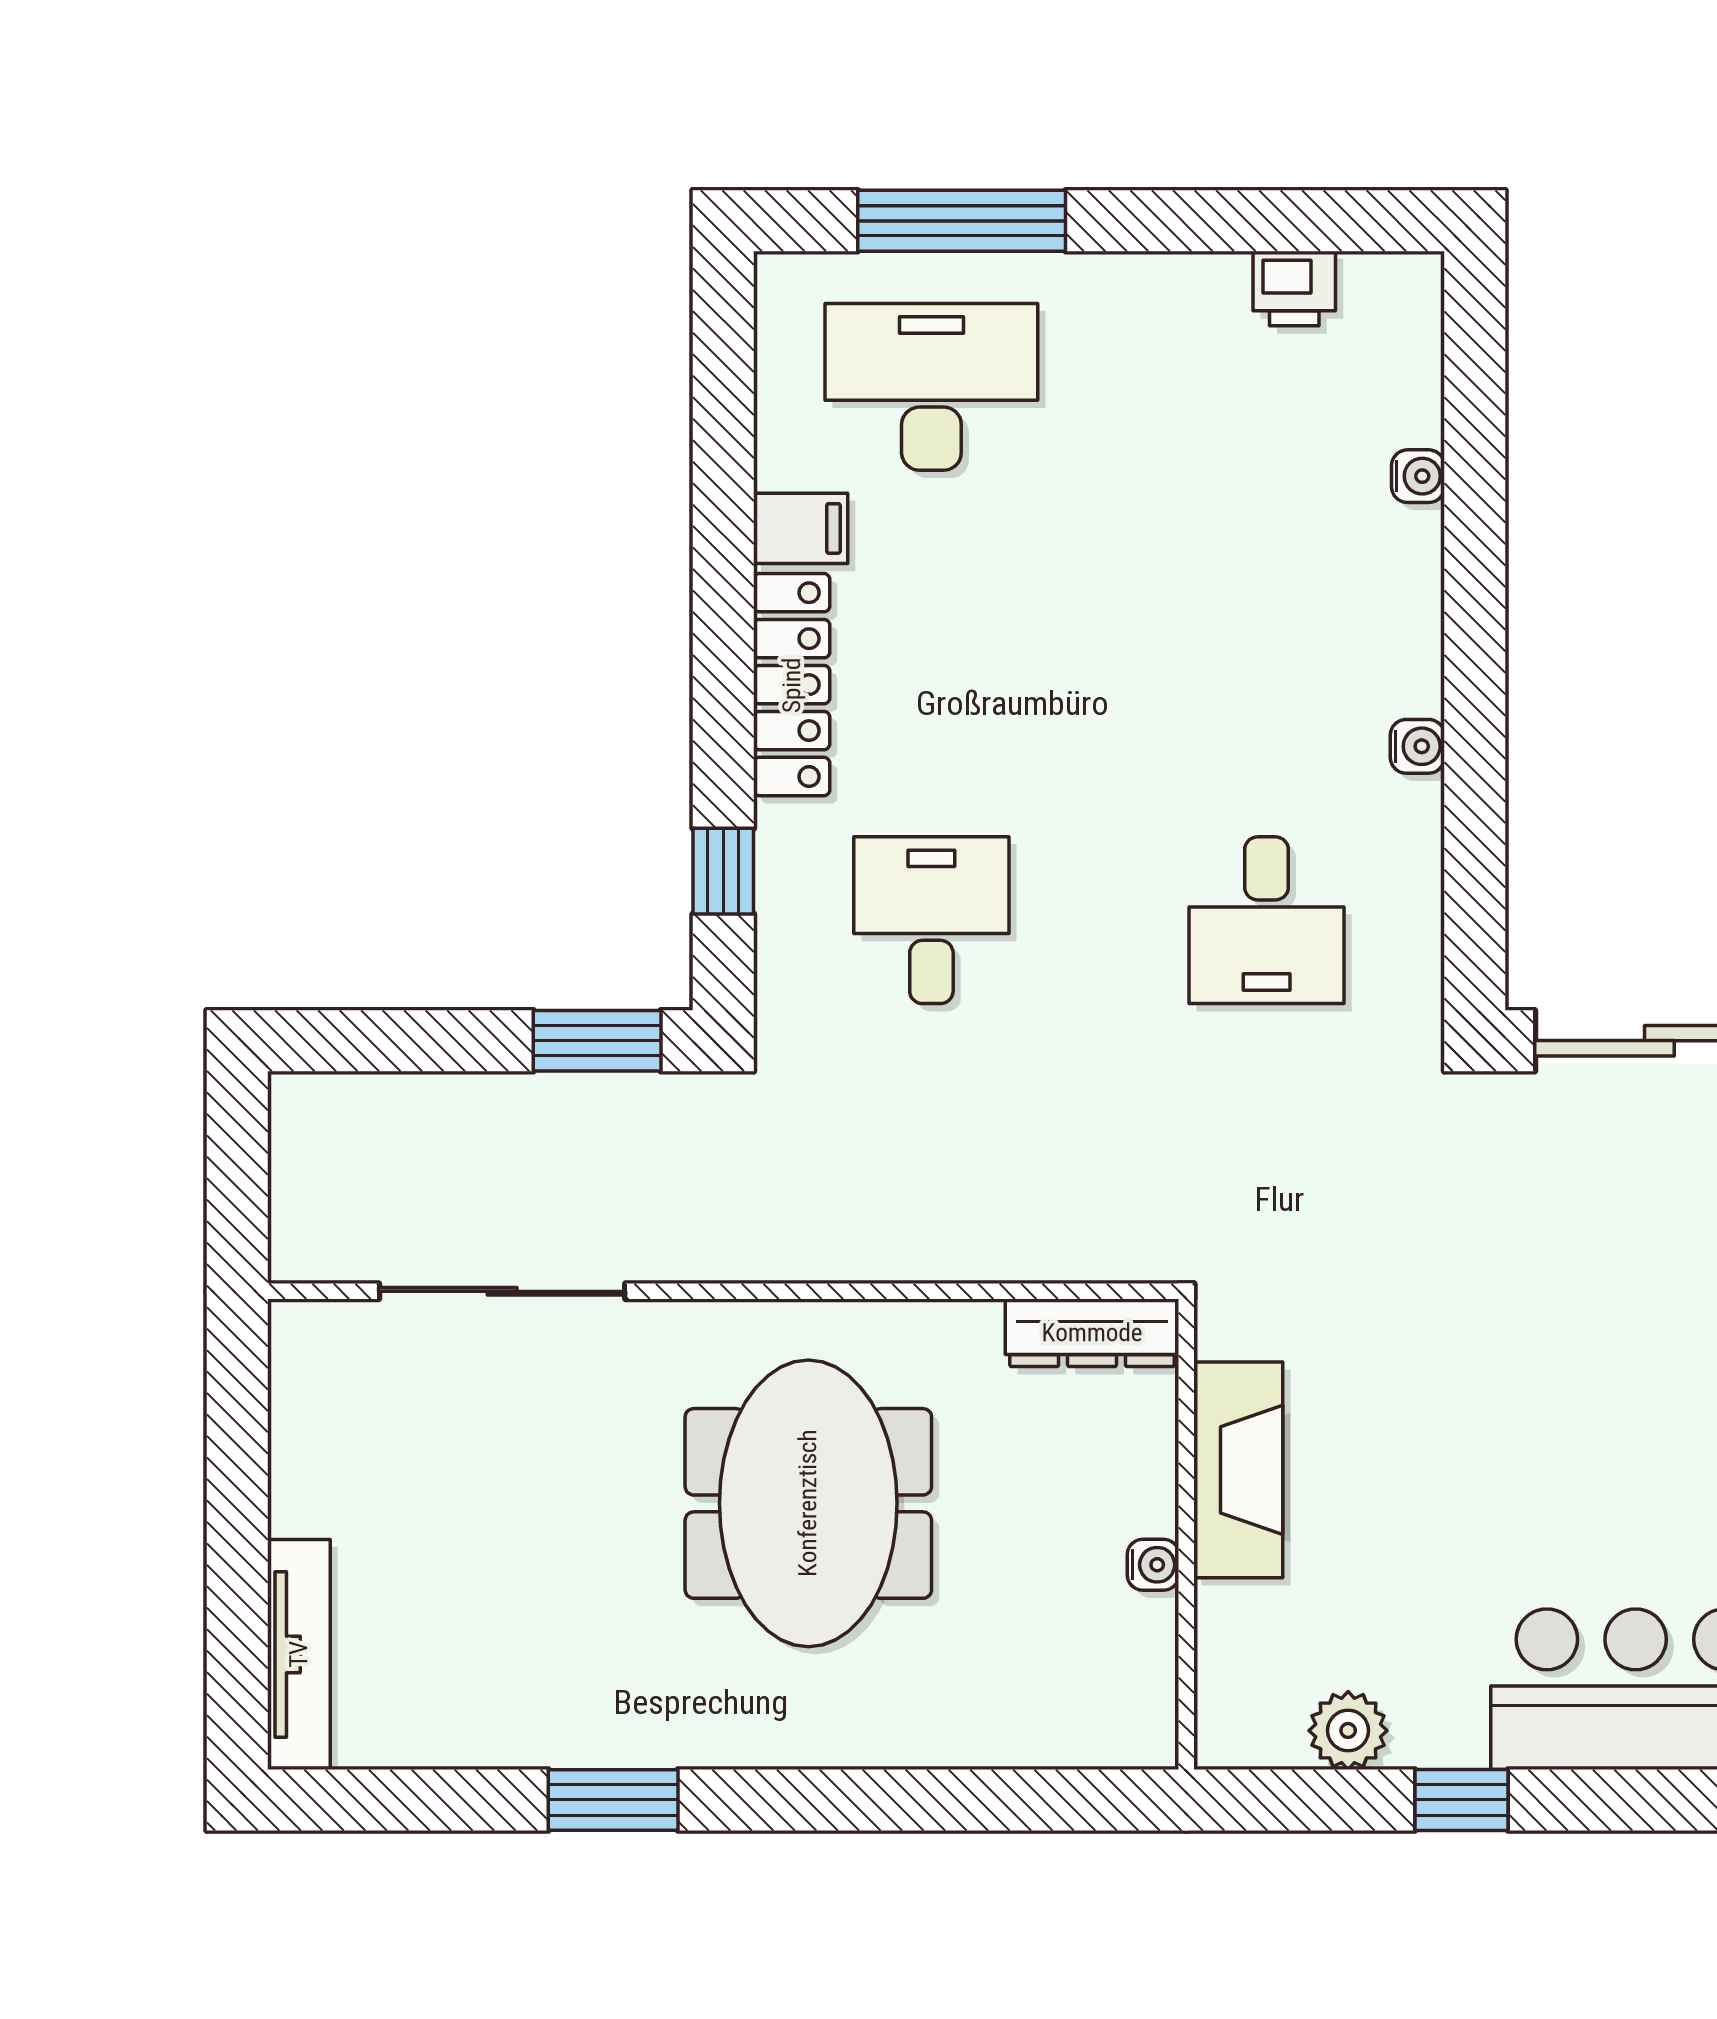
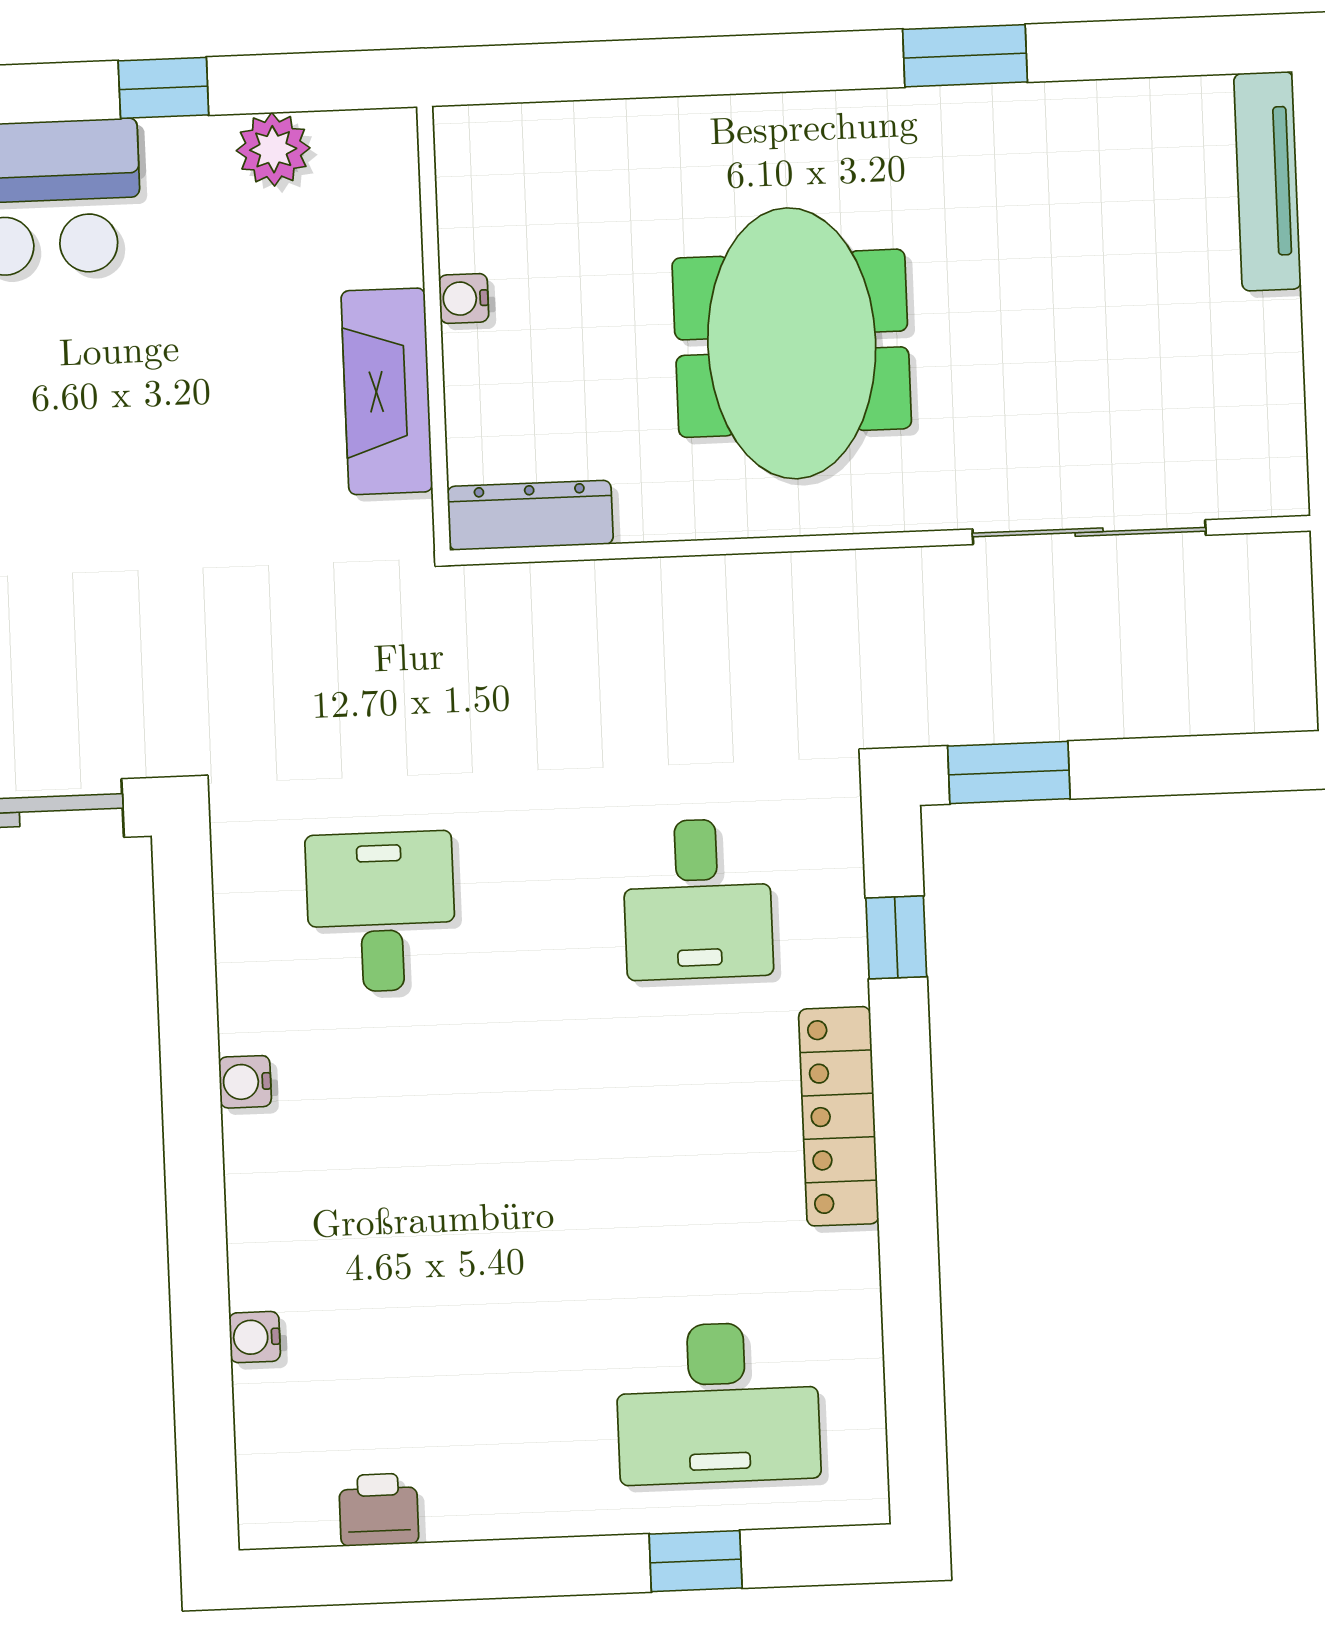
window: (962, 221) -> (696, 1561), width x0.46
filing cabinet: (801, 528) -> (836, 1264), removed

